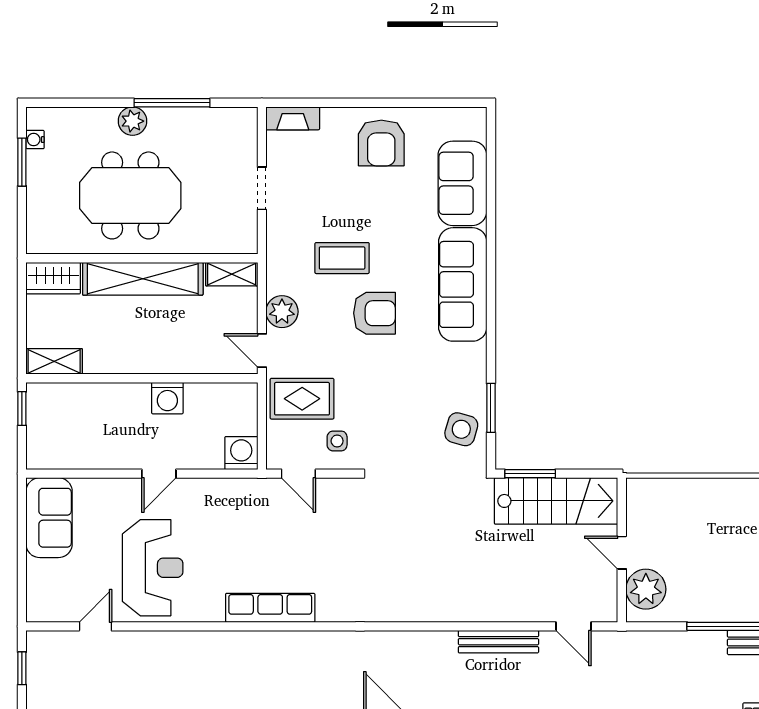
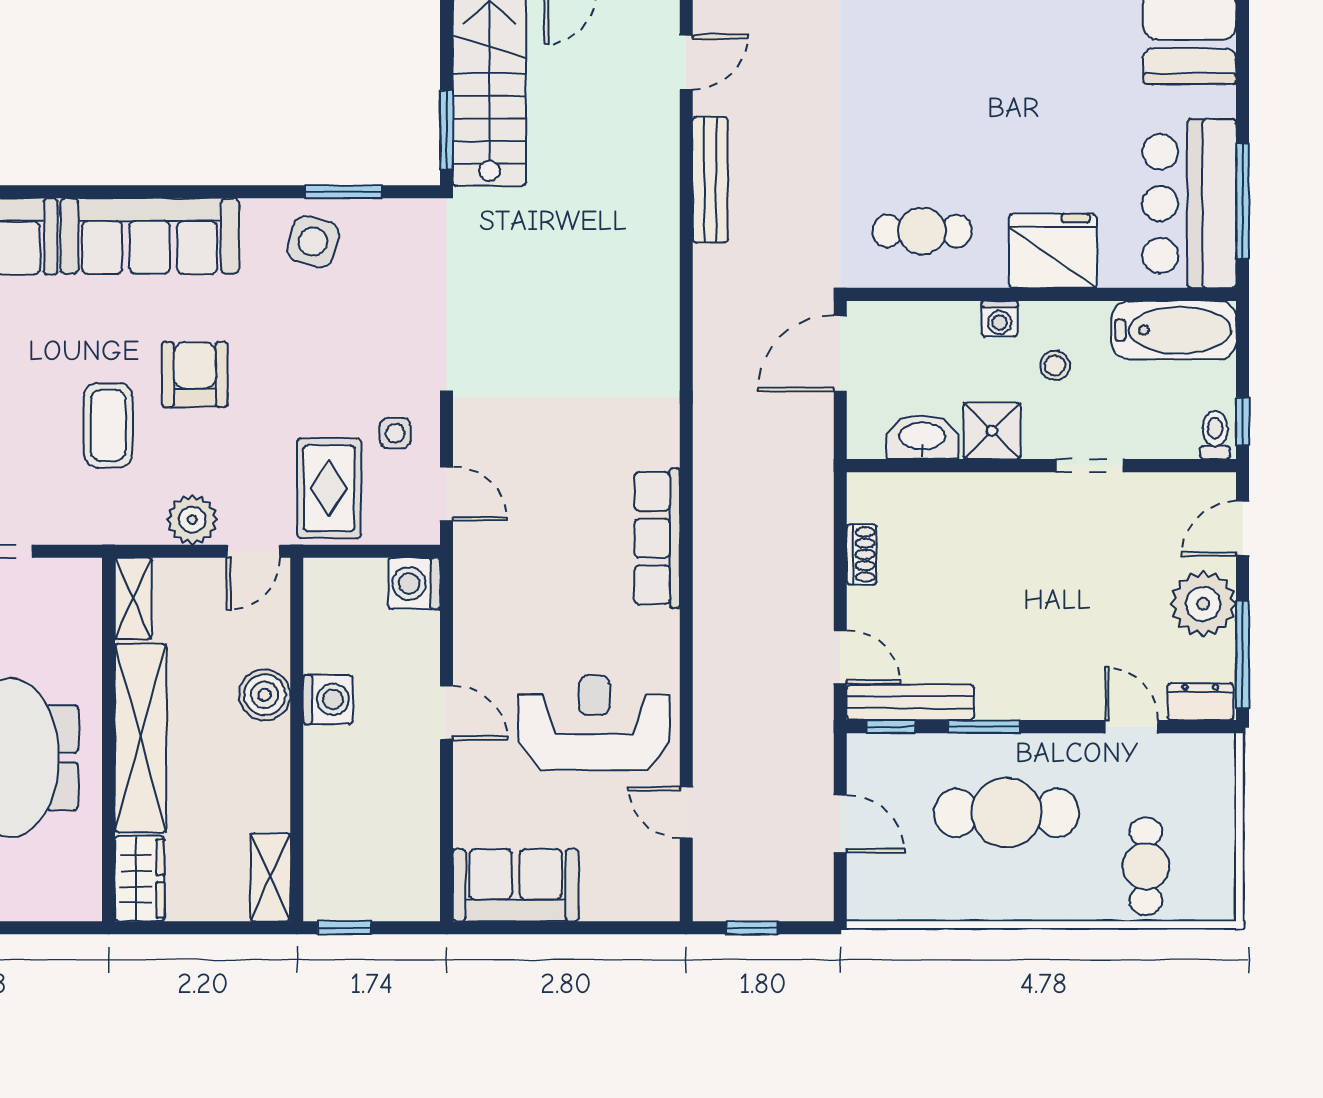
boiler: (170, 358) -> (265, 695), added
side table: (461, 429) -> (313, 242), moved
door: (298, 474) -> (447, 494), hinge flipped

